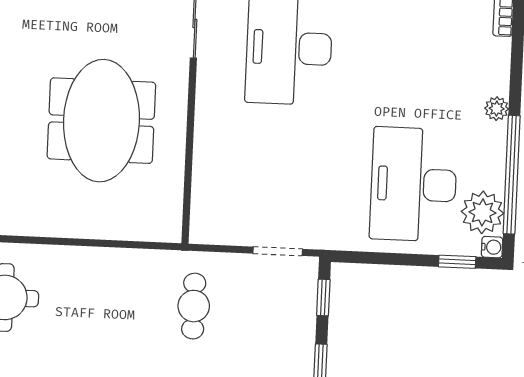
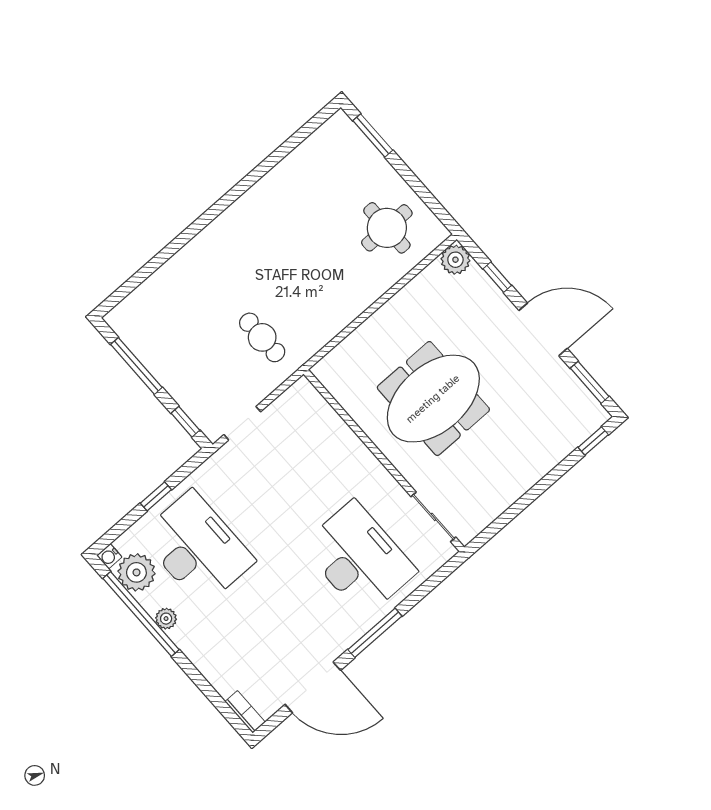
plant: (497, 109) -> (166, 619), moved
meeting table: (101, 121) -> (433, 399), turned 90
window: (457, 262) -> (156, 496), moved

